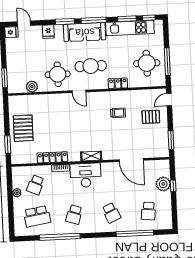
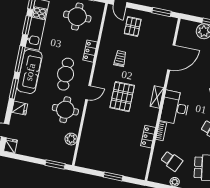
pallet: (23, 128) -> (122, 97), moved, turned 90
window: (8, 145) -> (113, 176), moved
locker: (52, 157) -> (148, 137), width x0.66

